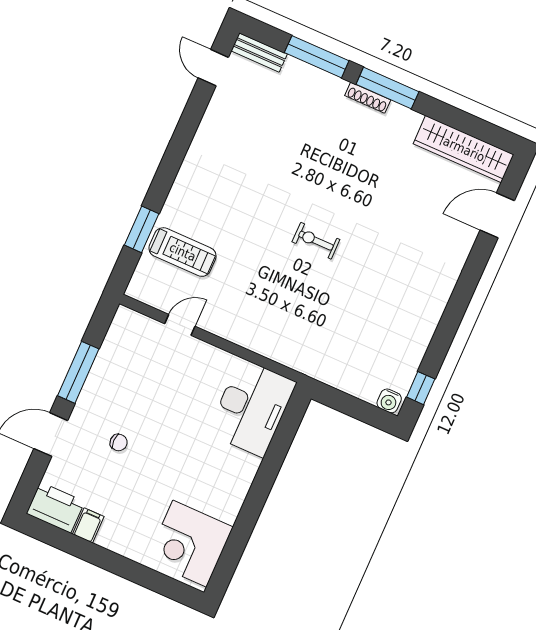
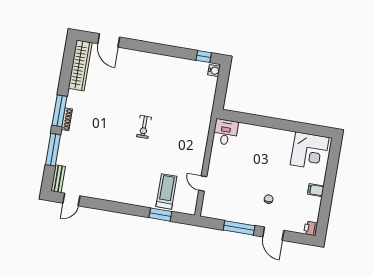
desk: (252, 408) -> (225, 132), width x0.53, depth x0.77
printer: (55, 507) -> (311, 228), width x0.53, depth x0.68
filing cabinet: (88, 525) -> (316, 190), moved

